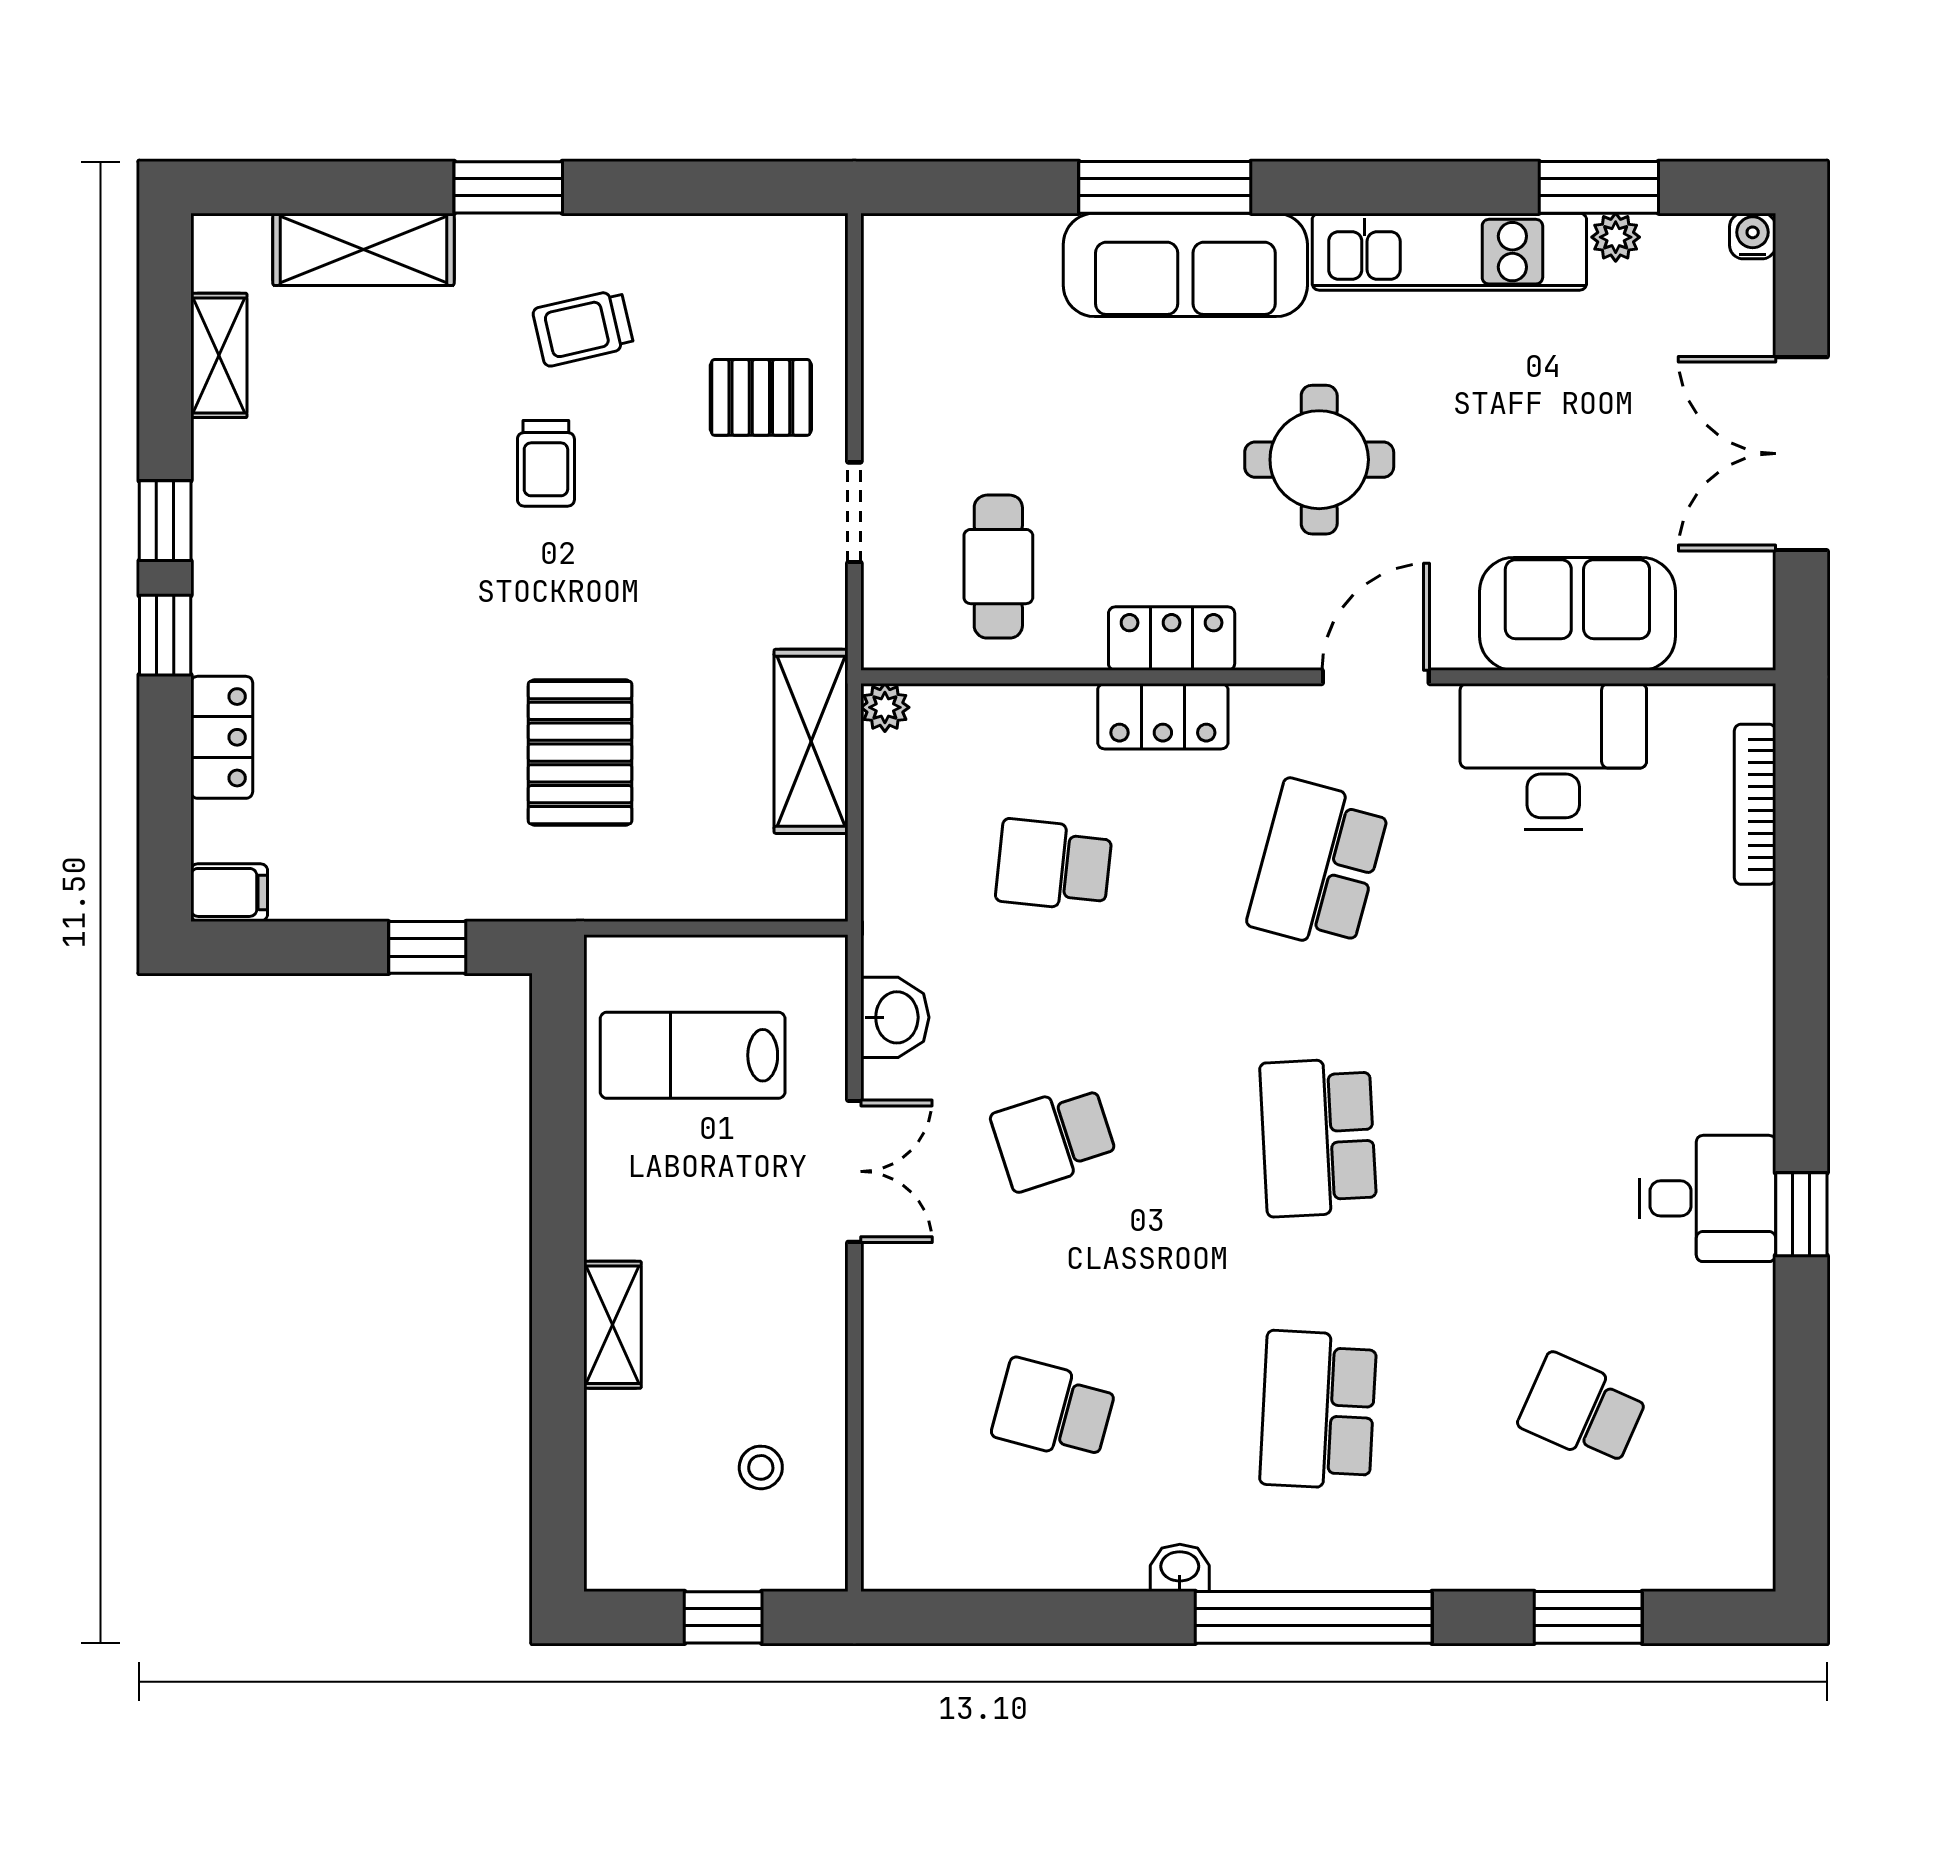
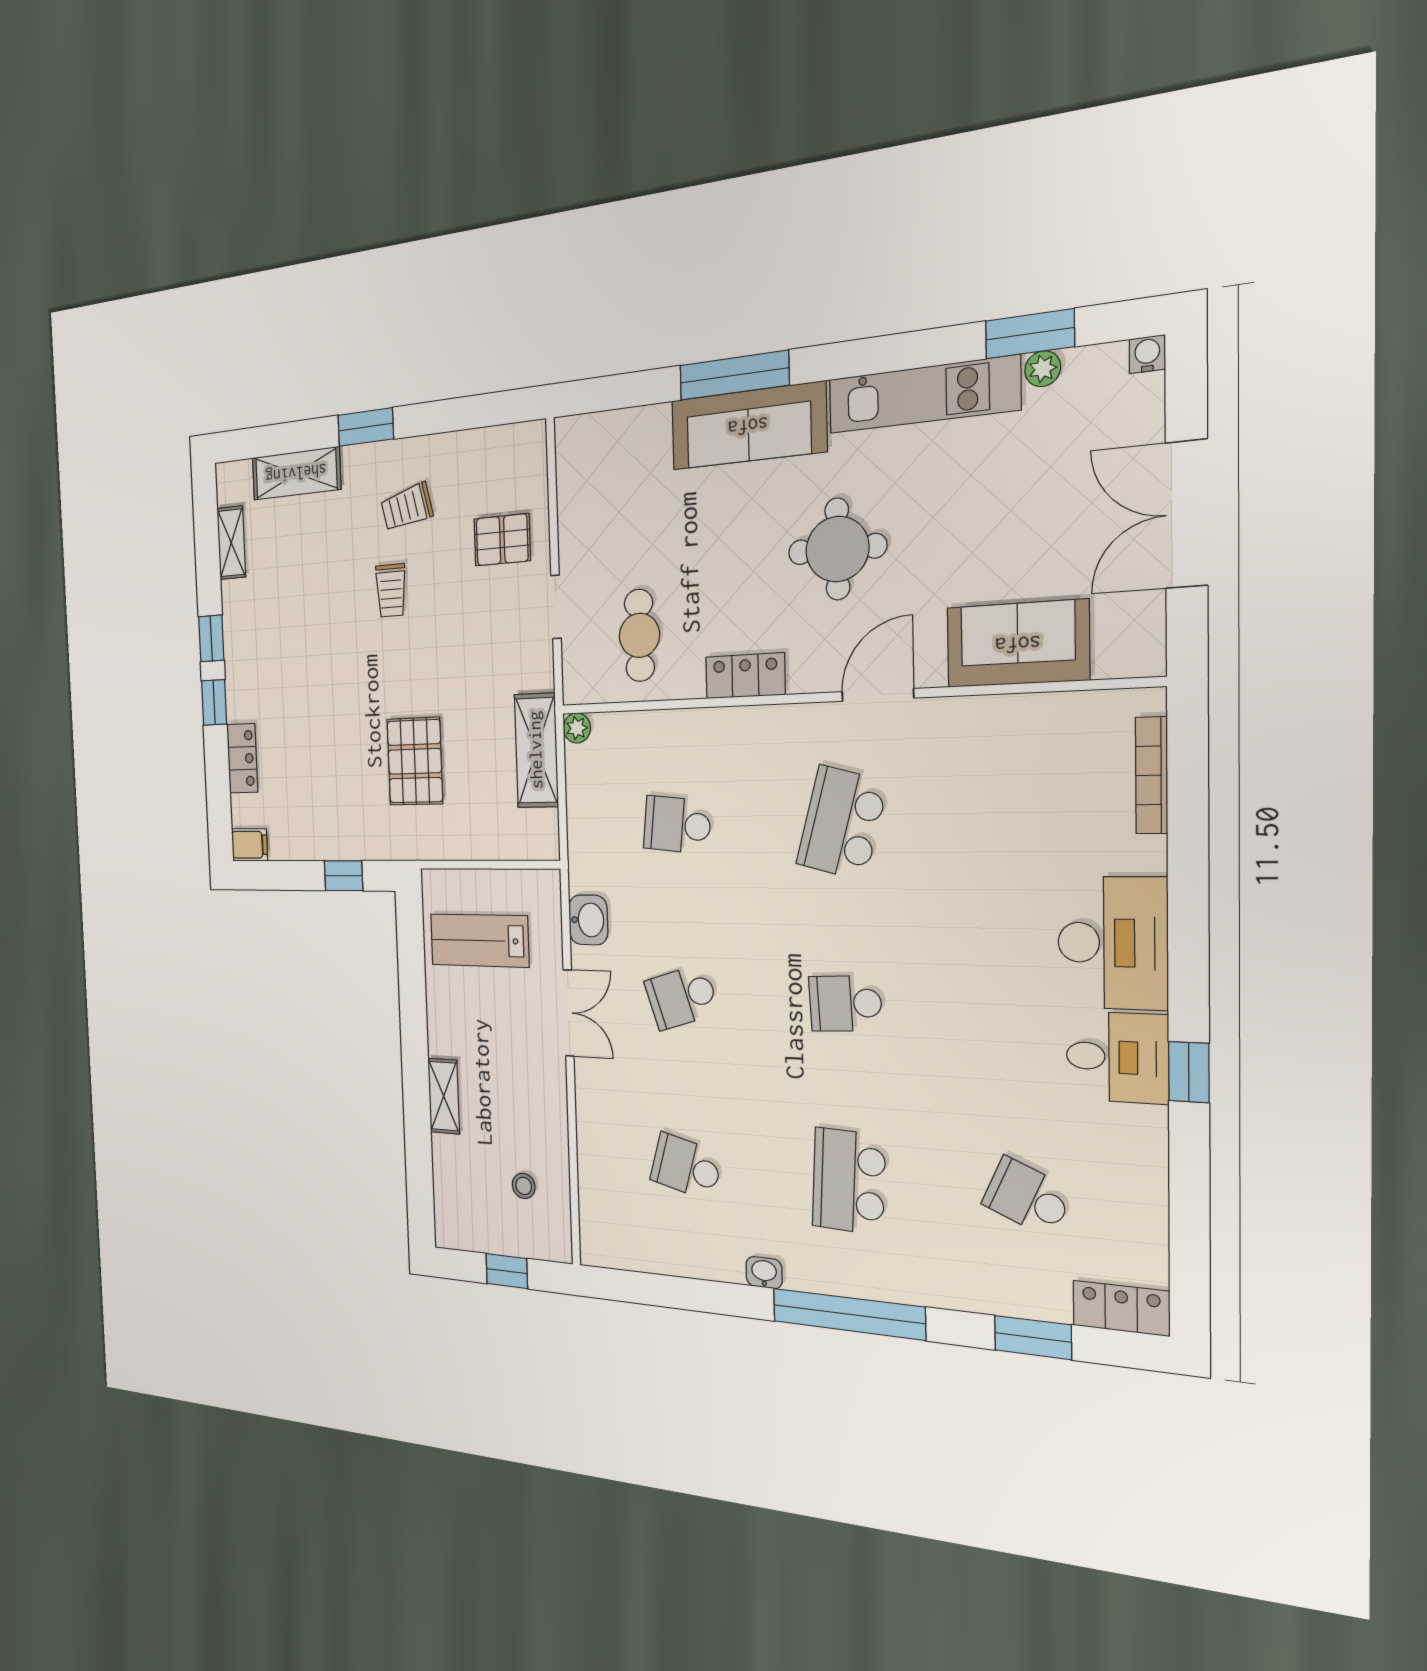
locker: (1163, 716) -> (1121, 1308), moved, turned 180
desk: (1553, 756) -> (1113, 943), moved, turned 90
school desk: (1318, 1137) -> (845, 1003), width x0.54

